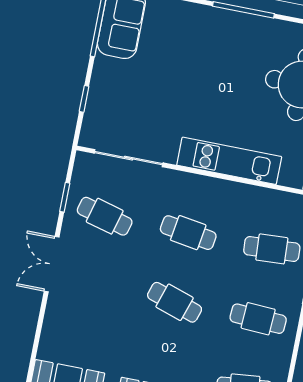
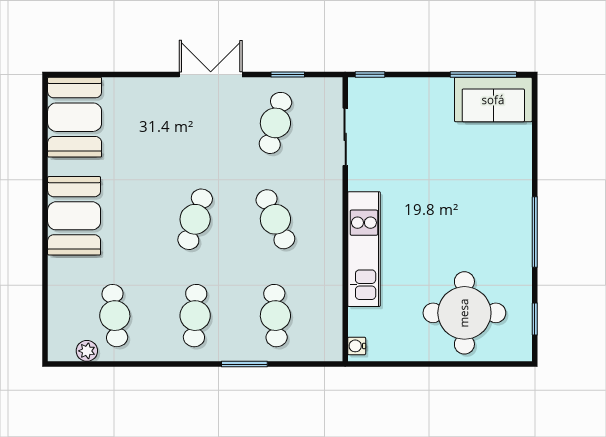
window: (84, 99) -> (370, 74), moved
sliding door: (129, 158) -> (345, 137), width x0.73
cafe table: (188, 233) -> (275, 219), turned -33

